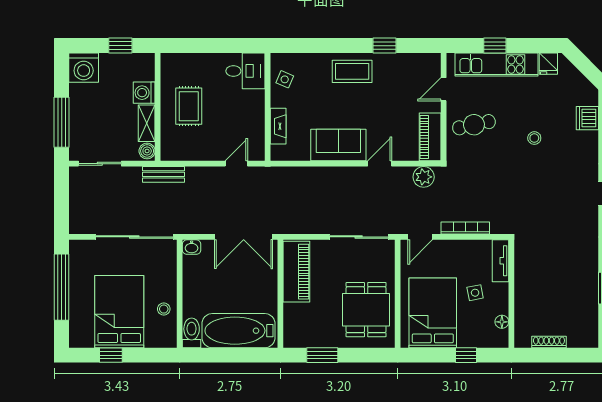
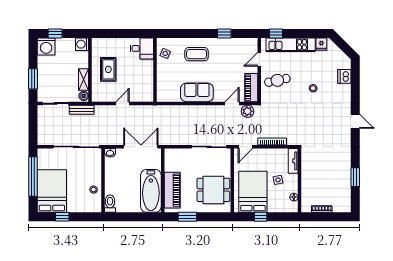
window: (120, 46) -> (55, 33), moved
window: (495, 46) -> (276, 33), moved
coffee table: (352, 71) -> (197, 54), moved
washing machine: (144, 93) -> (82, 44), moved
window: (62, 122) -> (33, 79), width x0.69
fireplace: (278, 126) -> (161, 81), removed
door: (236, 164) -> (122, 103), moved
door: (380, 164) -> (232, 103), moved
bench: (164, 174) -> (82, 110), moved
double door: (244, 237) -> (141, 147), swing flipped
piano: (296, 272) -> (172, 190), moved
dining table: (366, 310) -> (213, 190), turned 90
bed: (119, 312) -> (52, 191), moved
bathtub: (239, 331) -> (151, 191), moved, turned -90
window: (466, 355) -> (261, 217), moved

